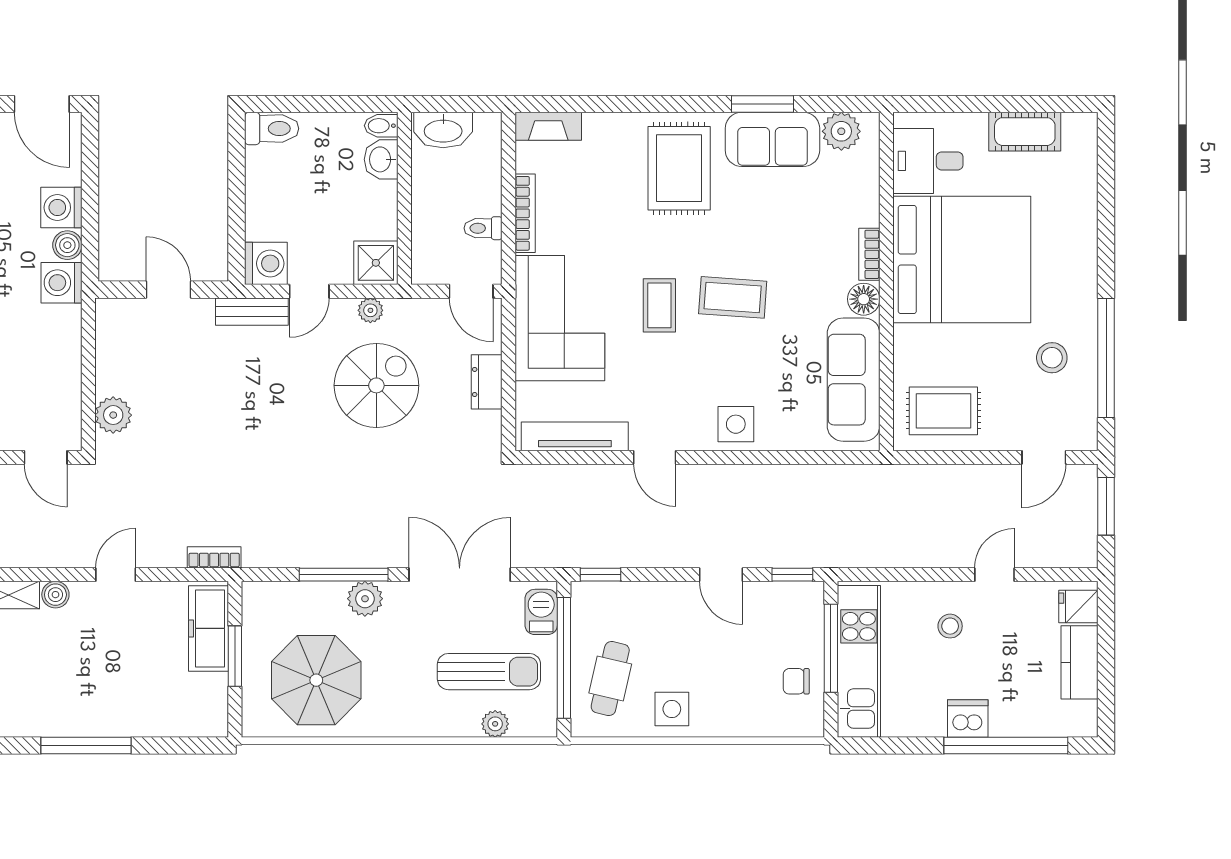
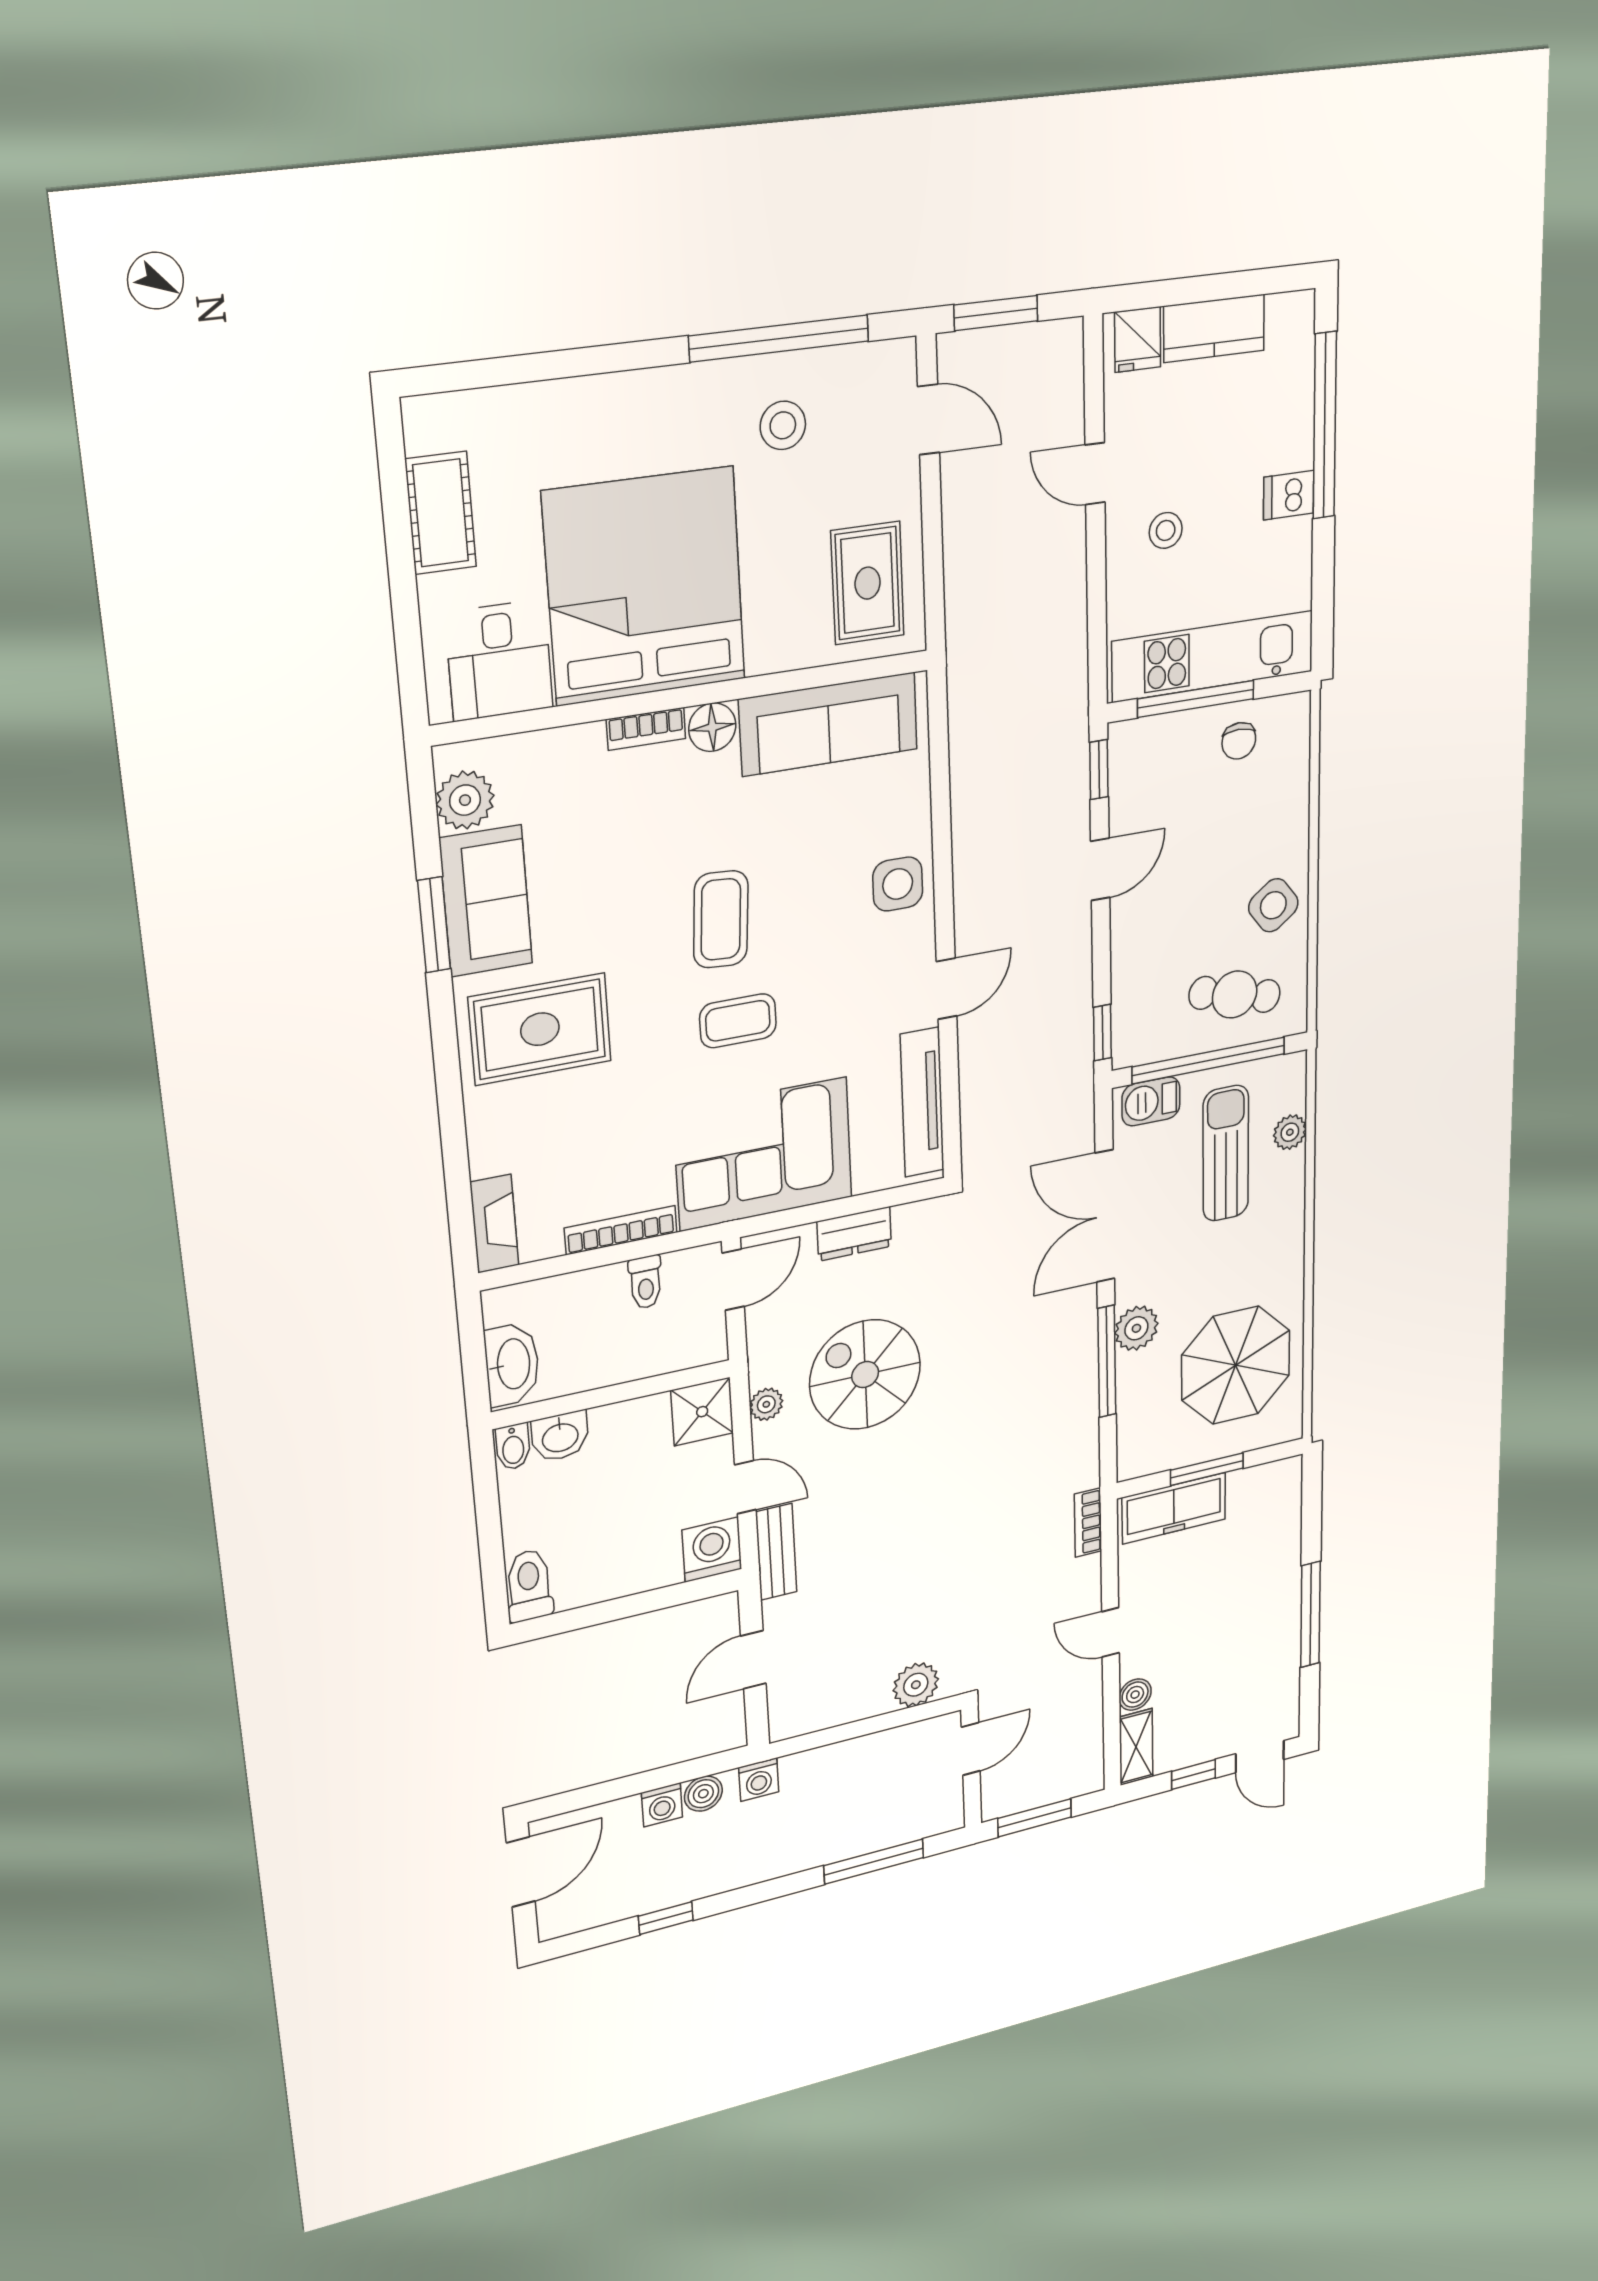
washing machine: (61, 208) -> (662, 1805), width x0.73, depth x0.73
washing machine: (61, 283) -> (759, 1780), width x0.73, depth x0.73
side table: (672, 709) -> (1273, 905), turned -37
dishwasher: (968, 719) -> (1289, 495), width x0.73

